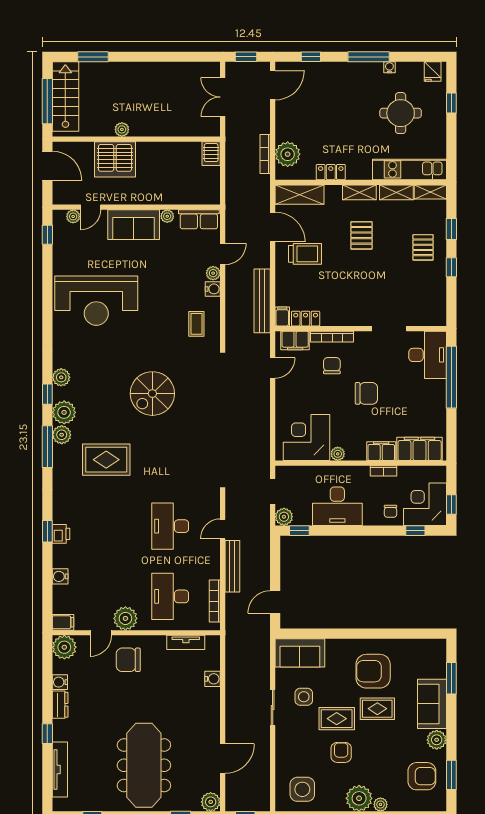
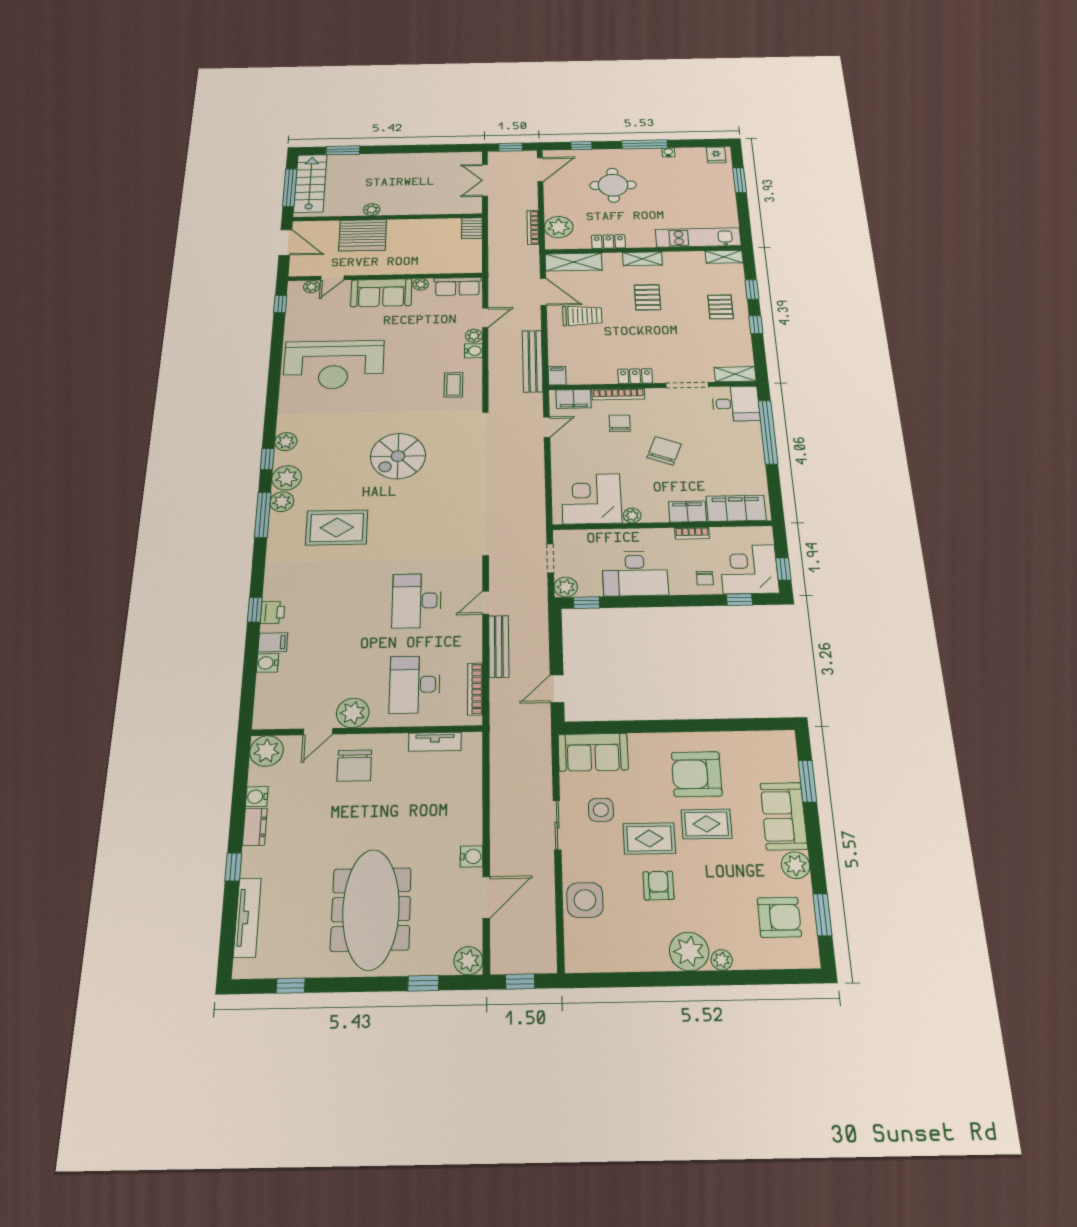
window: (451, 103) -> (740, 180), width x1.50
round table: (401, 113) -> (613, 185), moved
shelving: (396, 192) -> (735, 374), moved
locker: (306, 319) -> (635, 376), moved
desk: (428, 355) -> (736, 404), width x0.73
chair: (366, 393) -> (664, 451), turned -69
filing cabinet: (63, 622) -> (273, 642), moved
chair: (128, 660) -> (354, 766), turned -90
water cooler: (213, 679) -> (471, 856), moved
side table: (302, 789) -> (585, 900), moved

